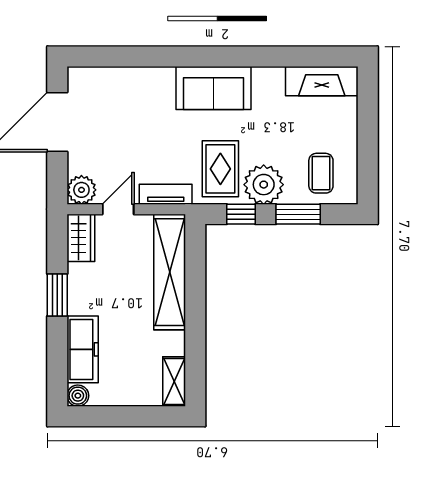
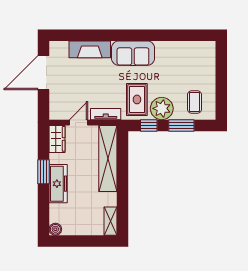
fireplace: (322, 81) -> (90, 49), moved
plant: (81, 190) -> (57, 112), removed
freezer: (83, 349) -> (58, 184), moved

